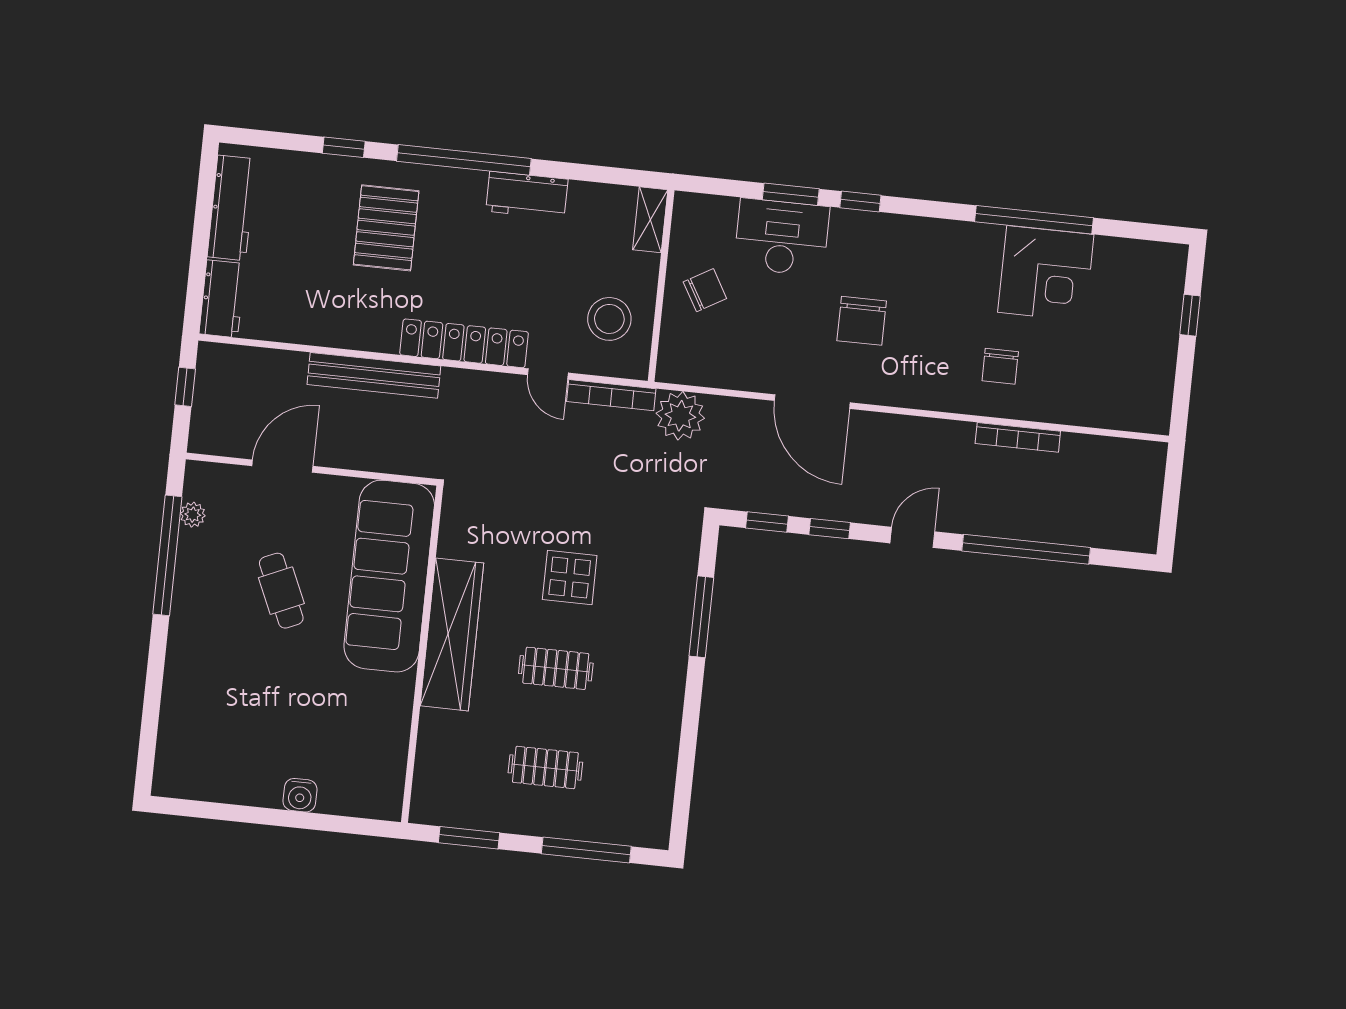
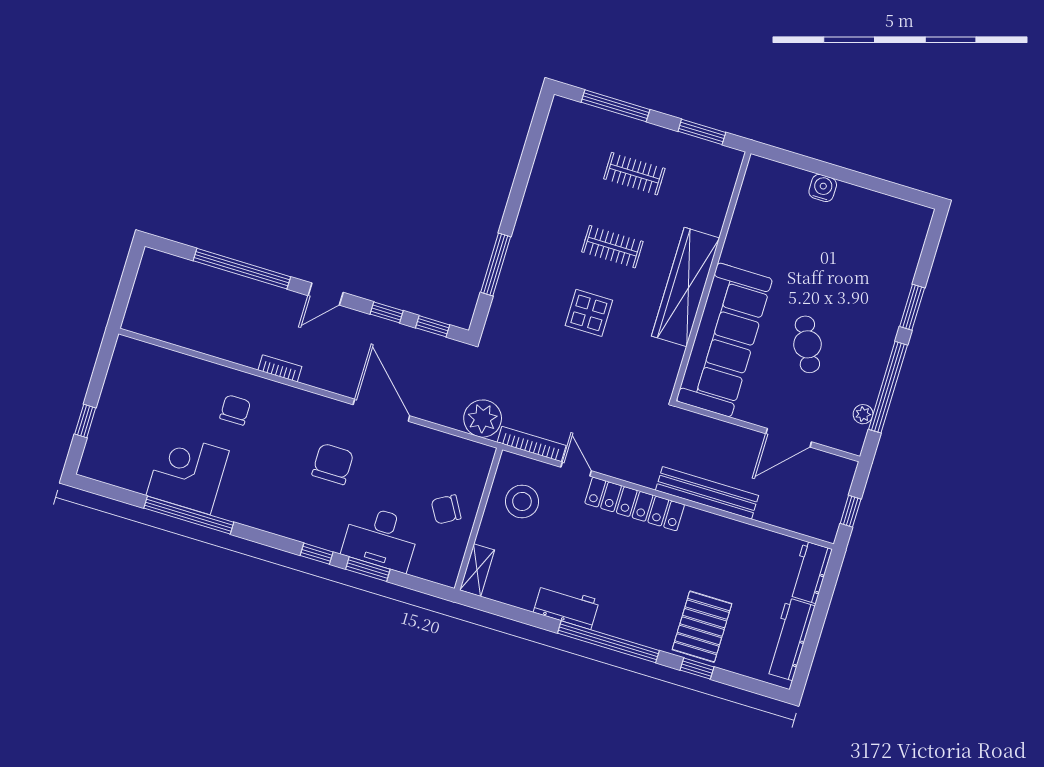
pallet: (386, 228) -> (702, 627), moved
bookcase: (1018, 437) -> (280, 368), moved, width x0.64
window: (156, 664) -> (912, 307), added

